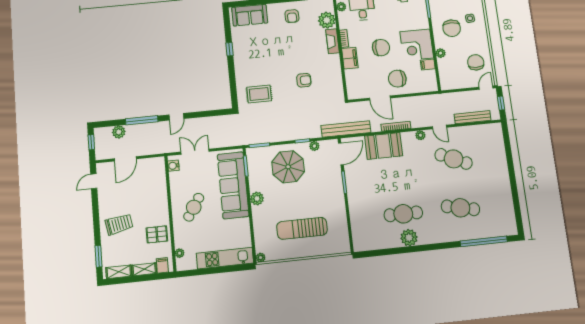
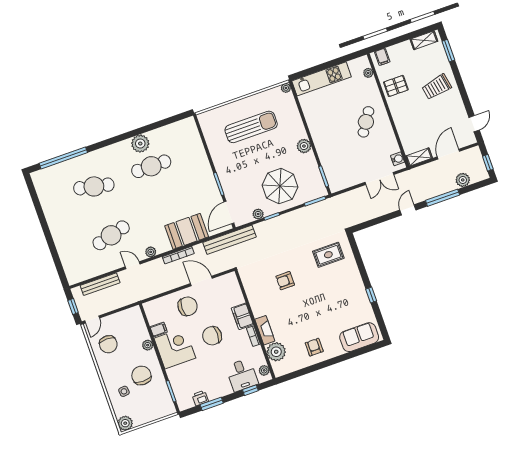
cafe table: (454, 159) -> (111, 235), turned -39
sofa: (233, 185) -> (332, 154), removed
shelving: (144, 269) -> (419, 157), moved

